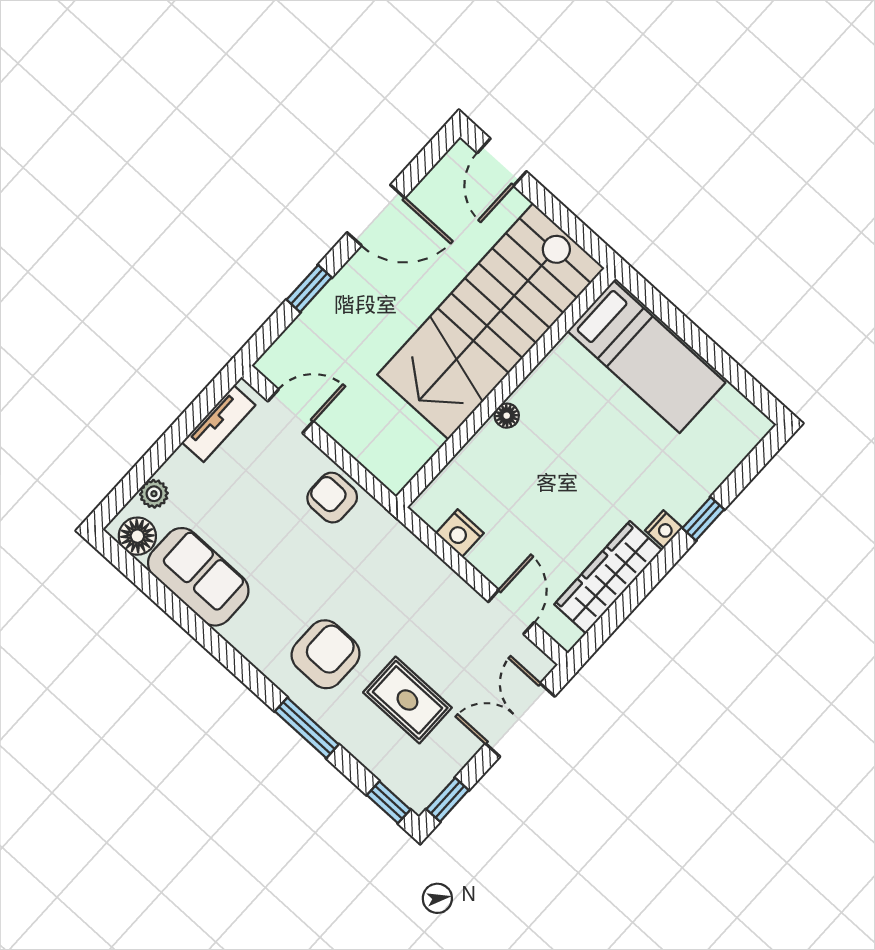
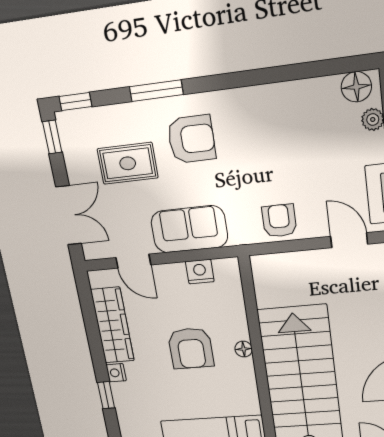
door: (290, 411) -> (349, 240), swing flipped
armchair: (558, 472) -> (191, 348), added
armchair: (332, 498) -> (279, 221), turned -90
sofa: (198, 577) -> (189, 229), moved, turned 180
armchair: (326, 654) -> (191, 139), turned -90

